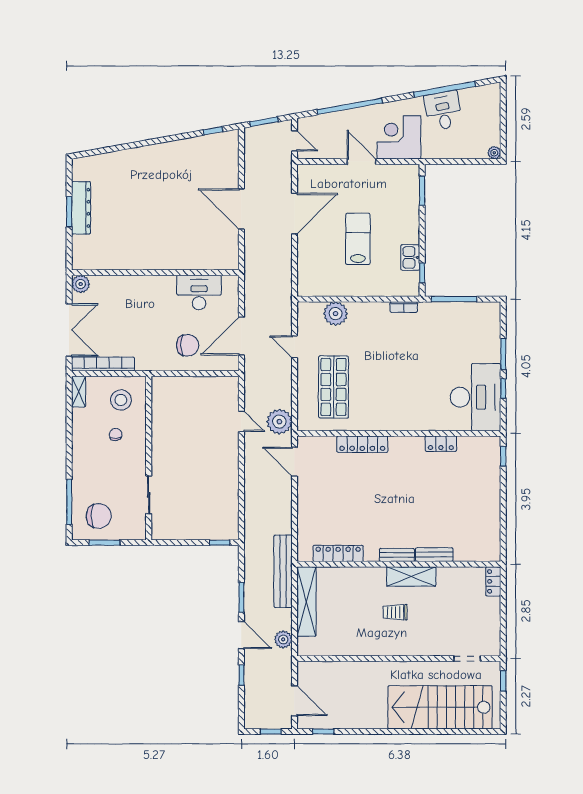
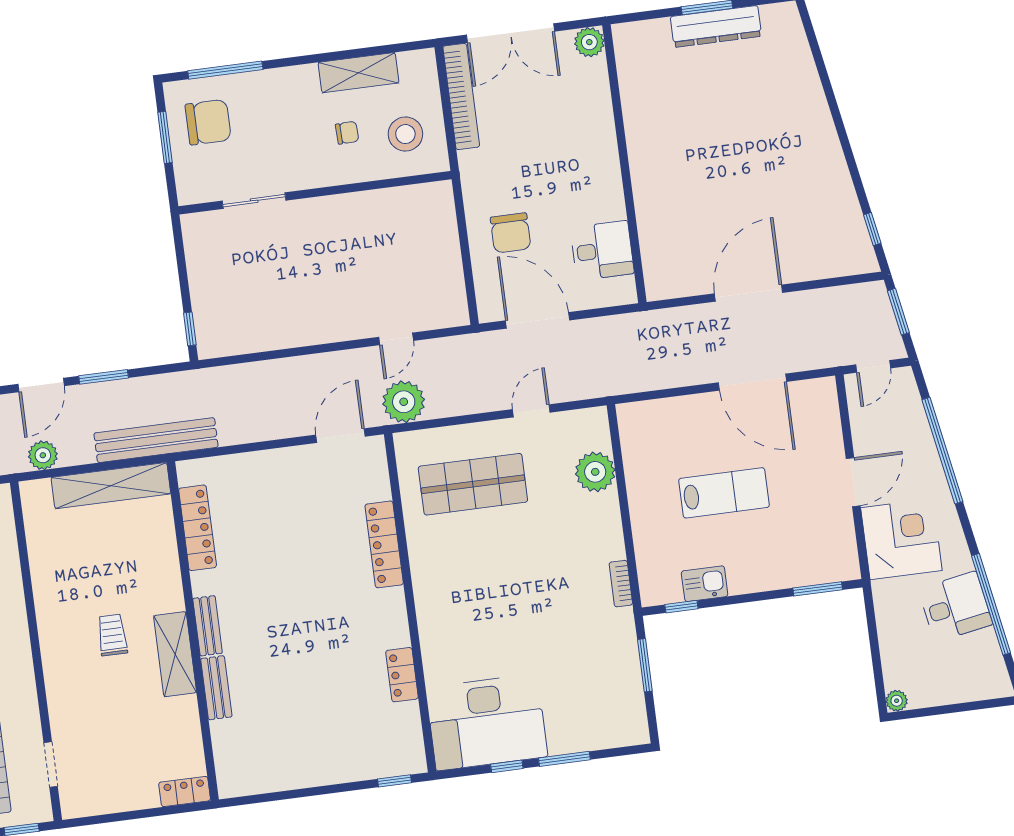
desk: (199, 292) -> (602, 250), width x0.73
window: (454, 299) -> (645, 665), width x0.69
shelving: (79, 392) -> (359, 73), moved, width x1.50, depth x1.33
chair: (99, 516) -> (208, 122), turned -90

